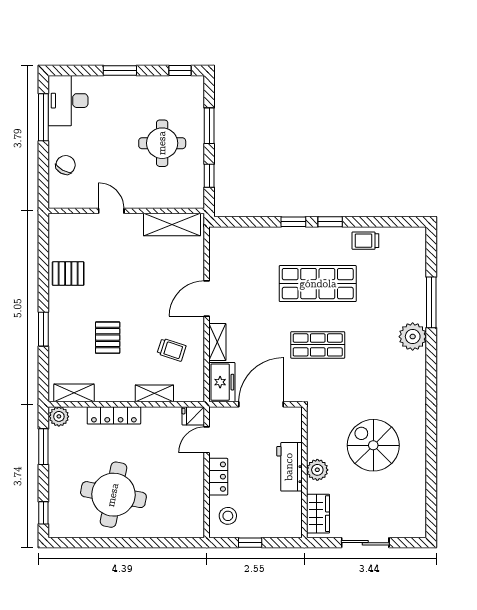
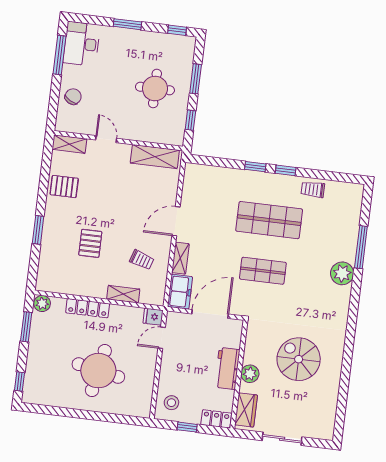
shelving: (74, 393) -> (69, 144), moved
locker: (218, 477) -> (216, 419), moved, turned -90
round table: (113, 495) -> (98, 371), moved

